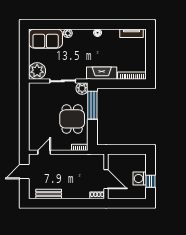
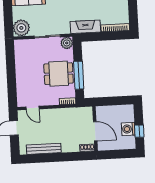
window: (92, 105) -> (79, 75), moved
dining table: (72, 119) -> (59, 74), turned 90
door: (44, 152) -> (33, 108), swing flipped
bench: (49, 194) -> (44, 149), width x1.36

